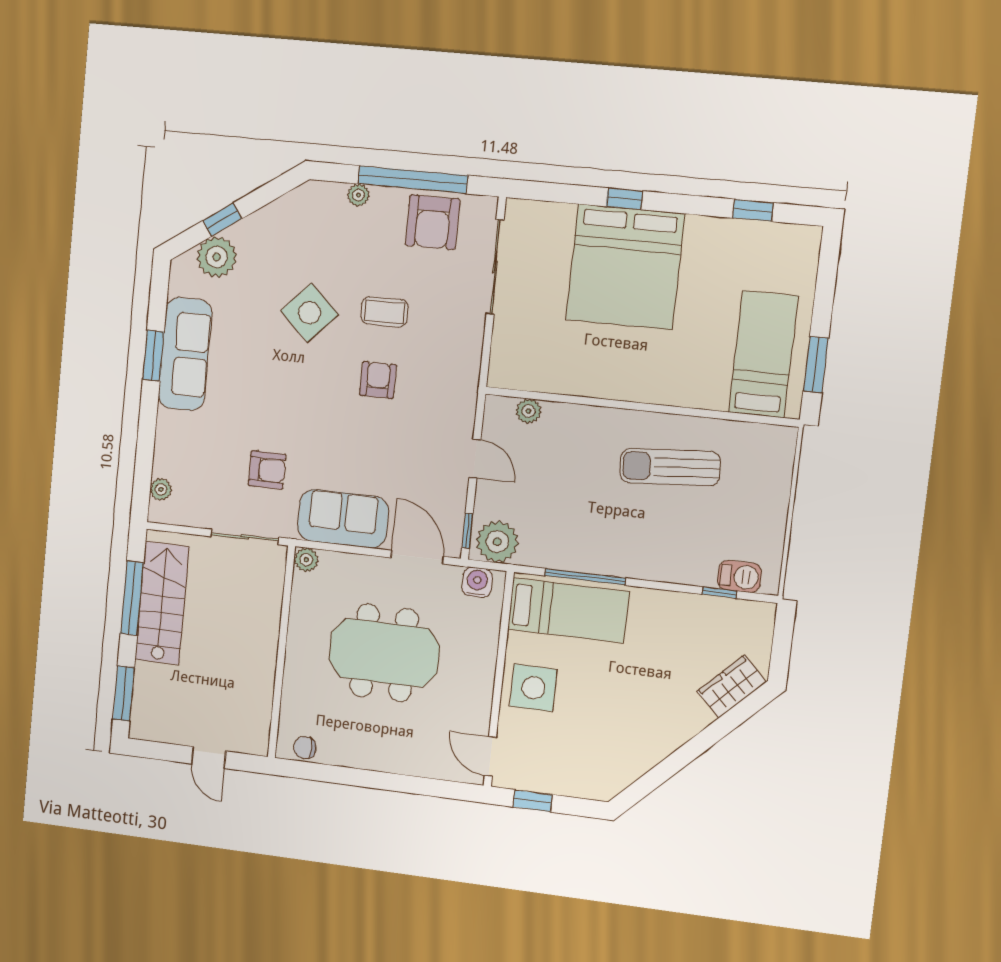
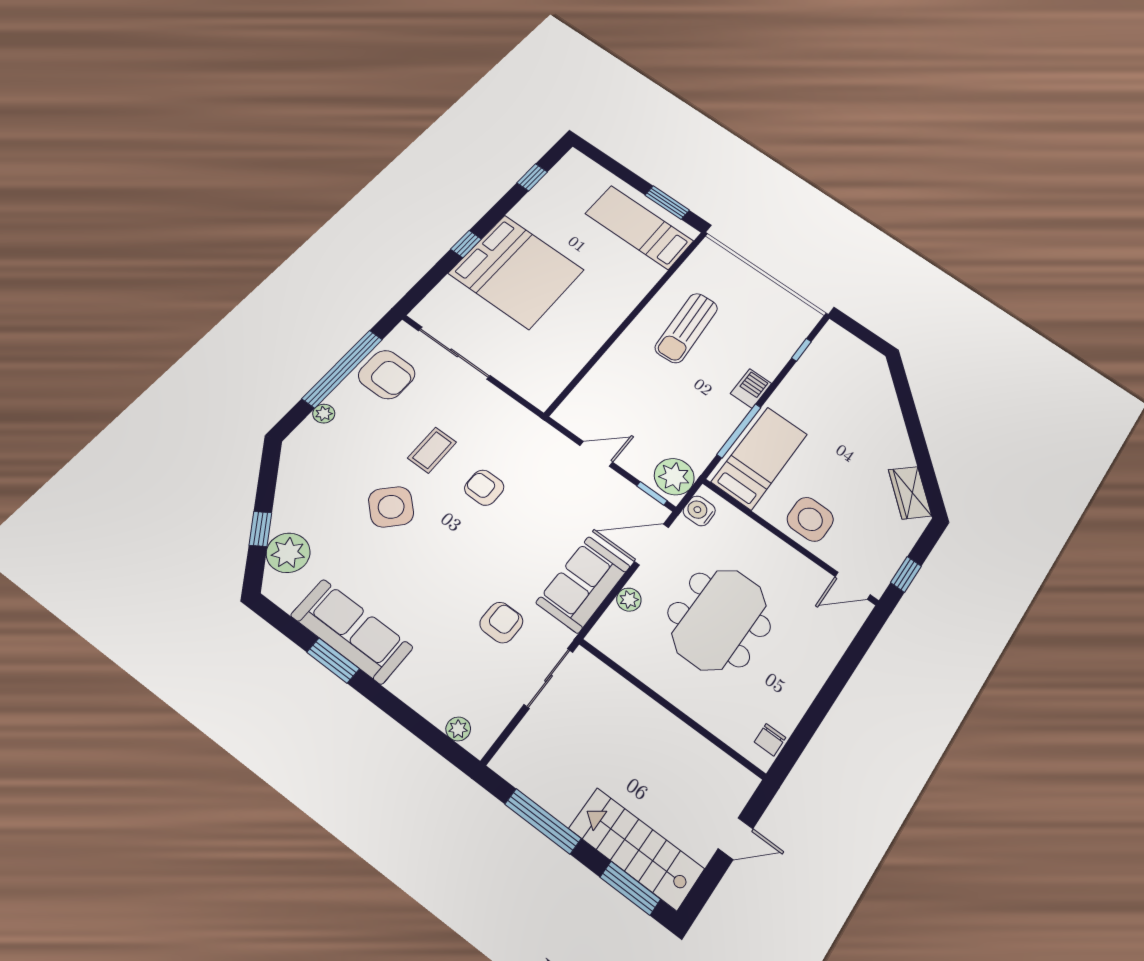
plant: (529, 411) -> (583, 395), removed
plant: (306, 560) -> (629, 600), moved
barbecue: (739, 576) -> (751, 388), moved
stairs: (162, 603) -> (637, 849), moved
wardrobe: (732, 687) -> (910, 493), moved

